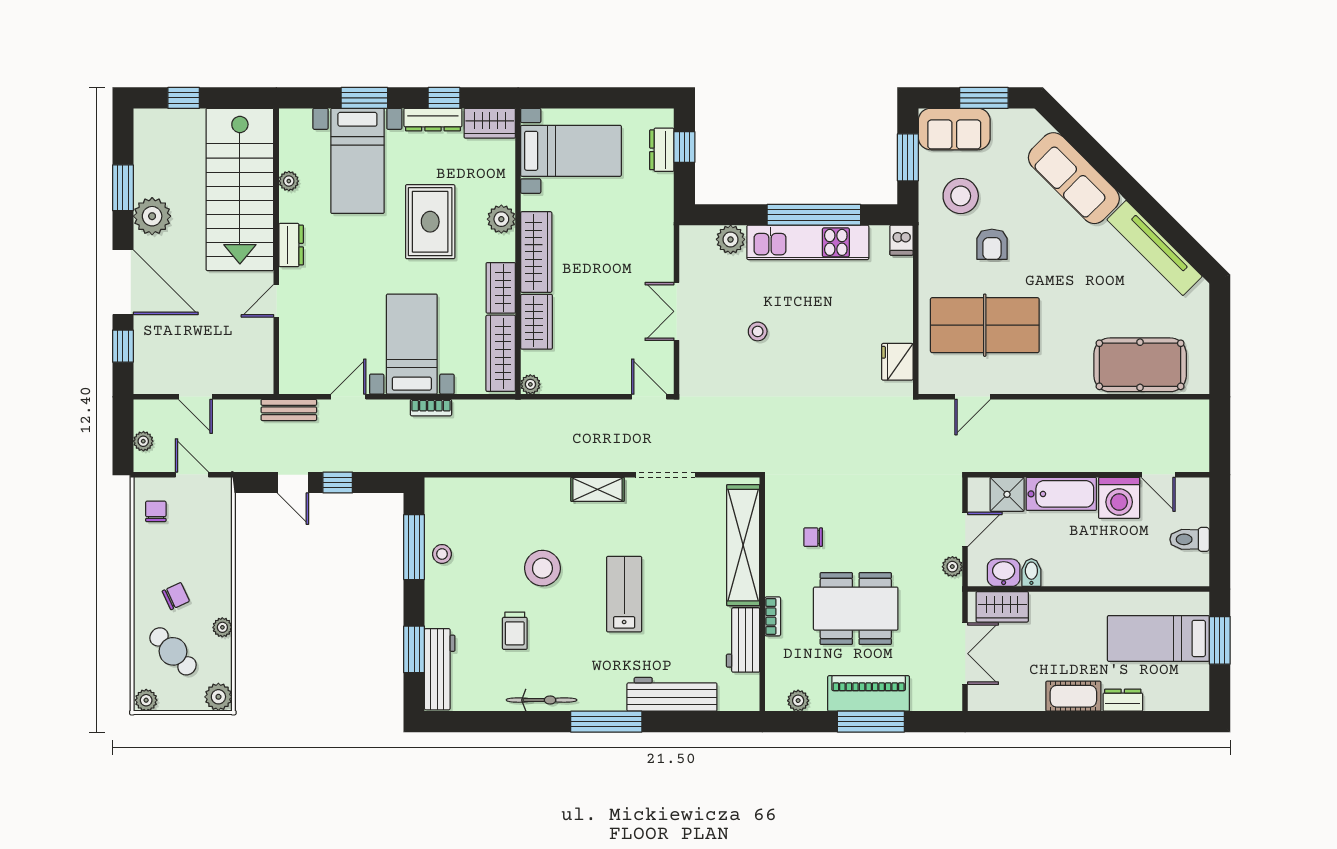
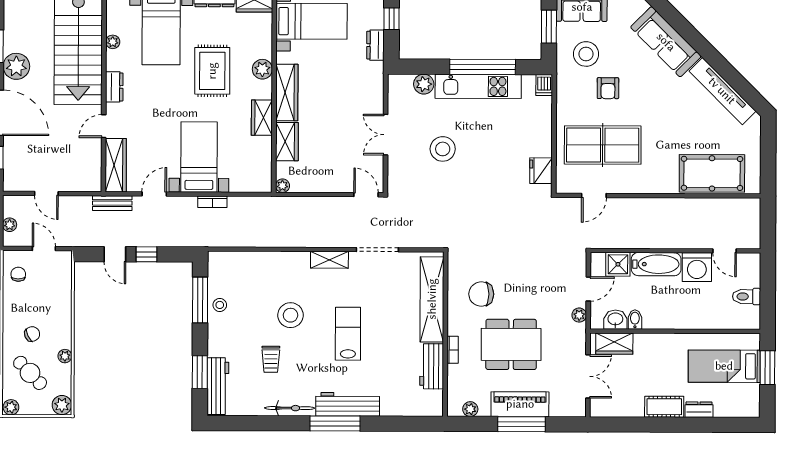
dresser: (662, 150) -> (376, 45), moved
stool: (758, 331) -> (443, 149), width x1.89, depth x1.89
wardrobe: (501, 353) -> (116, 165), moved, turned 180
chair: (813, 537) -> (481, 294), width x1.87, depth x1.87
workbench: (672, 694) -> (348, 404), moved

